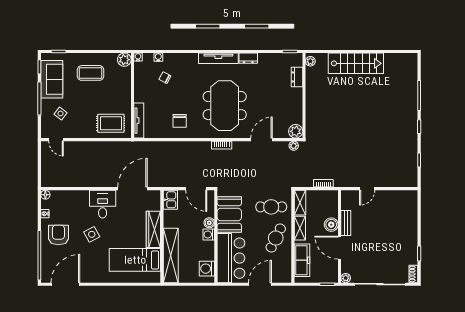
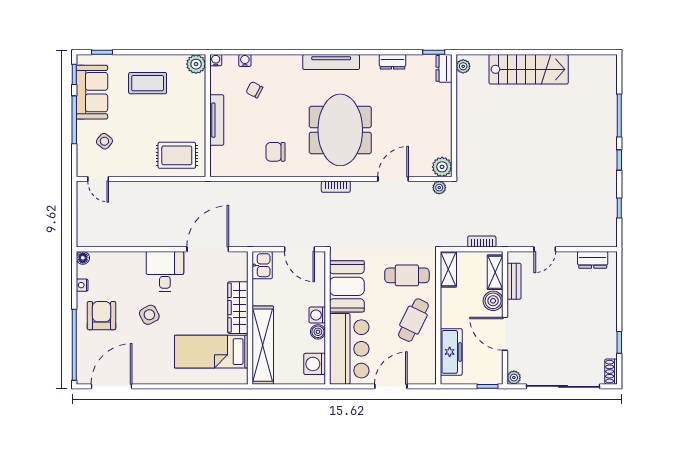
dresser: (248, 58) -> (393, 62), moved
dresser: (297, 77) -> (444, 68), moved
tv unit: (139, 121) -> (217, 120), moved
chair: (180, 121) -> (275, 152), turned 90
dresser: (401, 196) -> (593, 260), added
boiler: (209, 223) -> (318, 332), moved
bench: (346, 223) -> (514, 281), moved
shelving: (300, 228) -> (495, 272), moved

